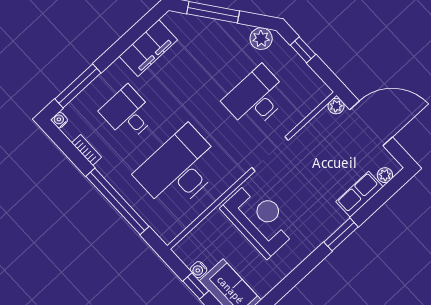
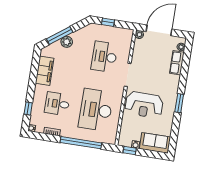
plant: (261, 39) -> (67, 42), moved
window: (78, 86) -> (28, 108), width x0.46
reception desk: (259, 219) -> (144, 105), turned 180
window: (341, 234) -> (179, 103), moved
window: (196, 286) -> (130, 150), moved

